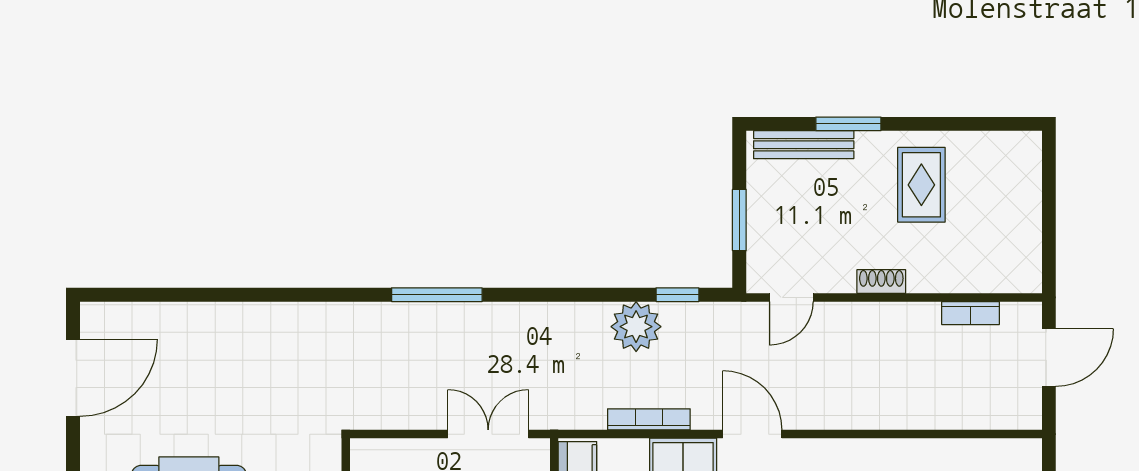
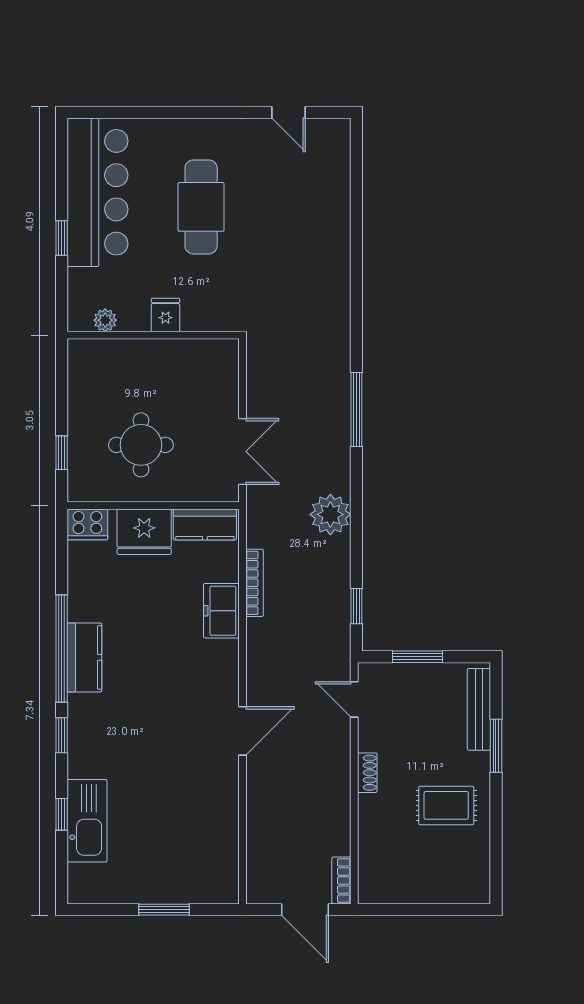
bookcase: (971, 313) -> (341, 881), moved
plant: (636, 327) -> (330, 514), moved
door: (73, 378) -> (289, 112), width x0.53
door: (752, 434) -> (243, 731), moved

